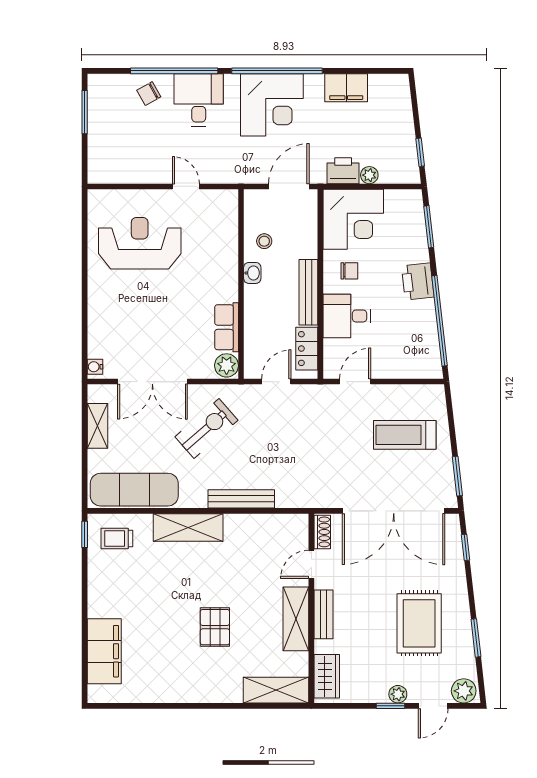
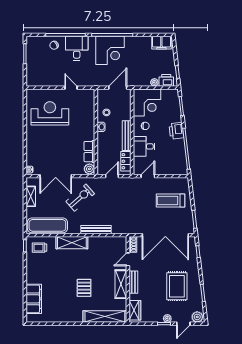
filing cabinet: (346, 88) -> (161, 43), moved
printer: (343, 171) -> (166, 80), moved
shelving: (276, 690) -> (105, 317), width x1.47

